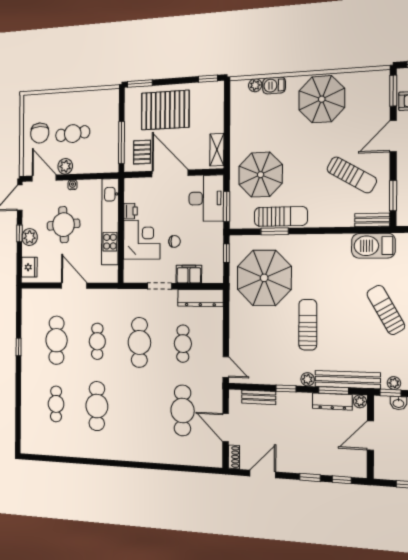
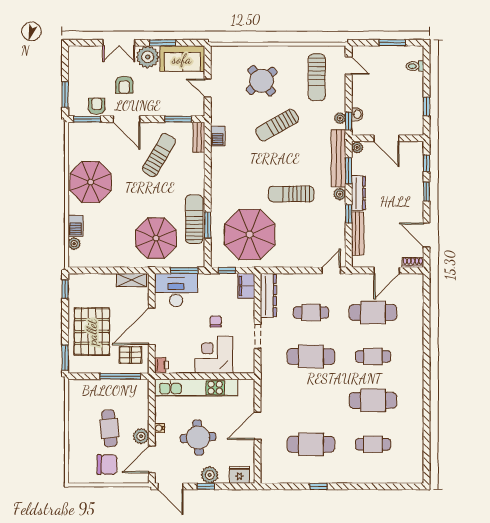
printer: (131, 211) -> (162, 365), moved, turned 90
barbecue: (373, 246) -> (218, 136), width x0.53, depth x0.65
filing cabinet: (189, 274) -> (246, 286), moved
cafe table: (97, 341) -> (373, 356), moved
bench: (259, 397) -> (358, 233), width x1.36
dresser: (332, 402) -> (358, 193), moved

